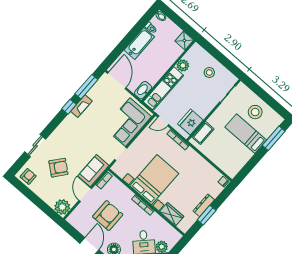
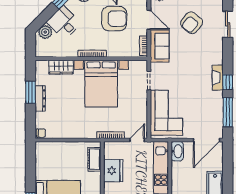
door: (117, 81) -> (206, 140), hinge flipped
fireplace: (81, 106) -> (218, 78), moved
fridge: (190, 122) -> (113, 171), moved
armchair: (108, 216) -> (114, 19), turned -90

